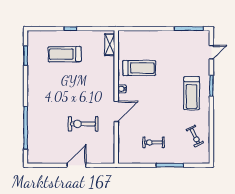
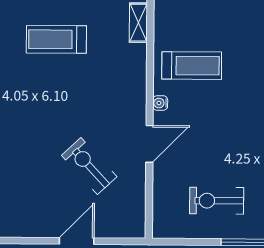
exercise bike: (83, 124) -> (89, 166), turned 47
exercise bike: (153, 142) -> (217, 201), width x1.38, depth x1.39

